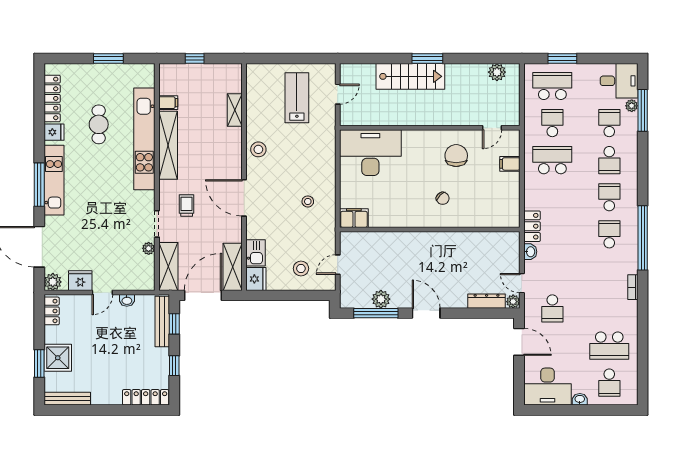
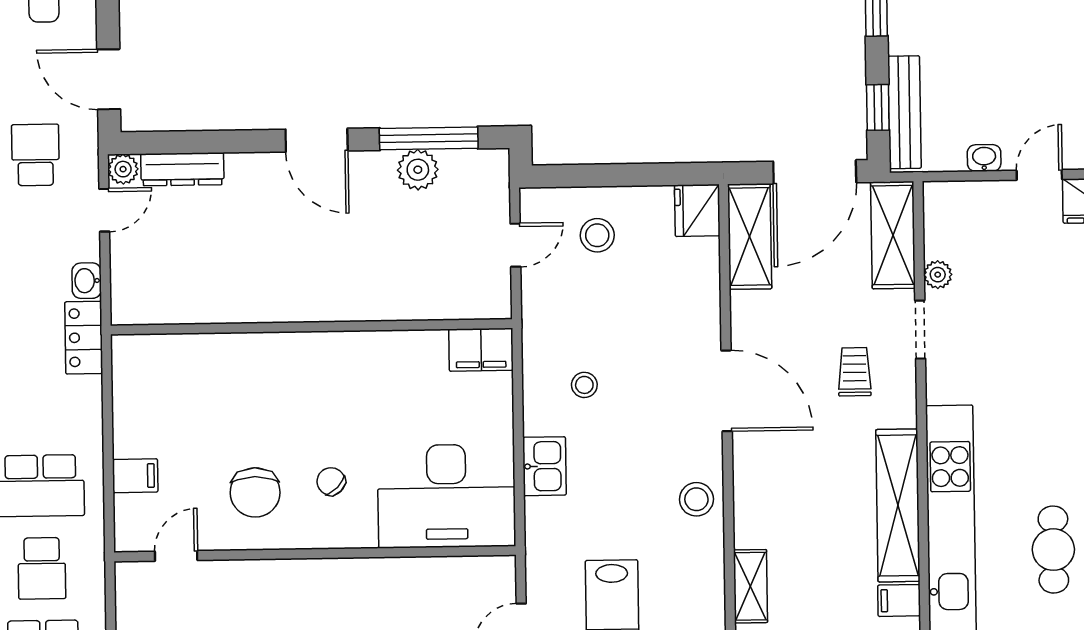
chair: (443, 198) -> (331, 481), moved
trolley: (187, 205) -> (855, 372), turned 180
kitchen sink: (255, 253) -> (544, 466), moved, turned 180
door: (522, 283) -> (104, 210), hinge flipped

